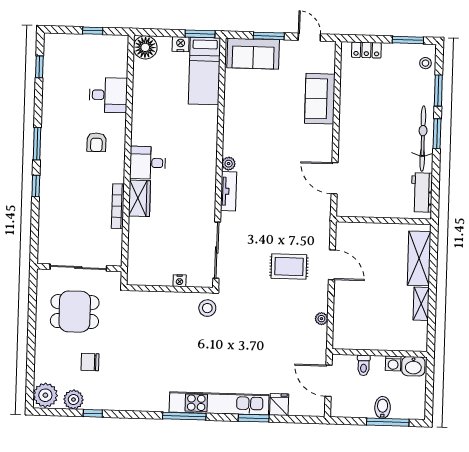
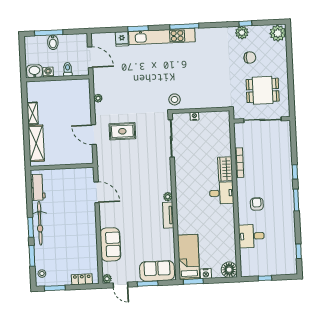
plant: (329, 48) -> (107, 279), added
tv unit: (229, 191) -> (168, 215), moved
plant: (74, 400) -> (242, 33), moved

